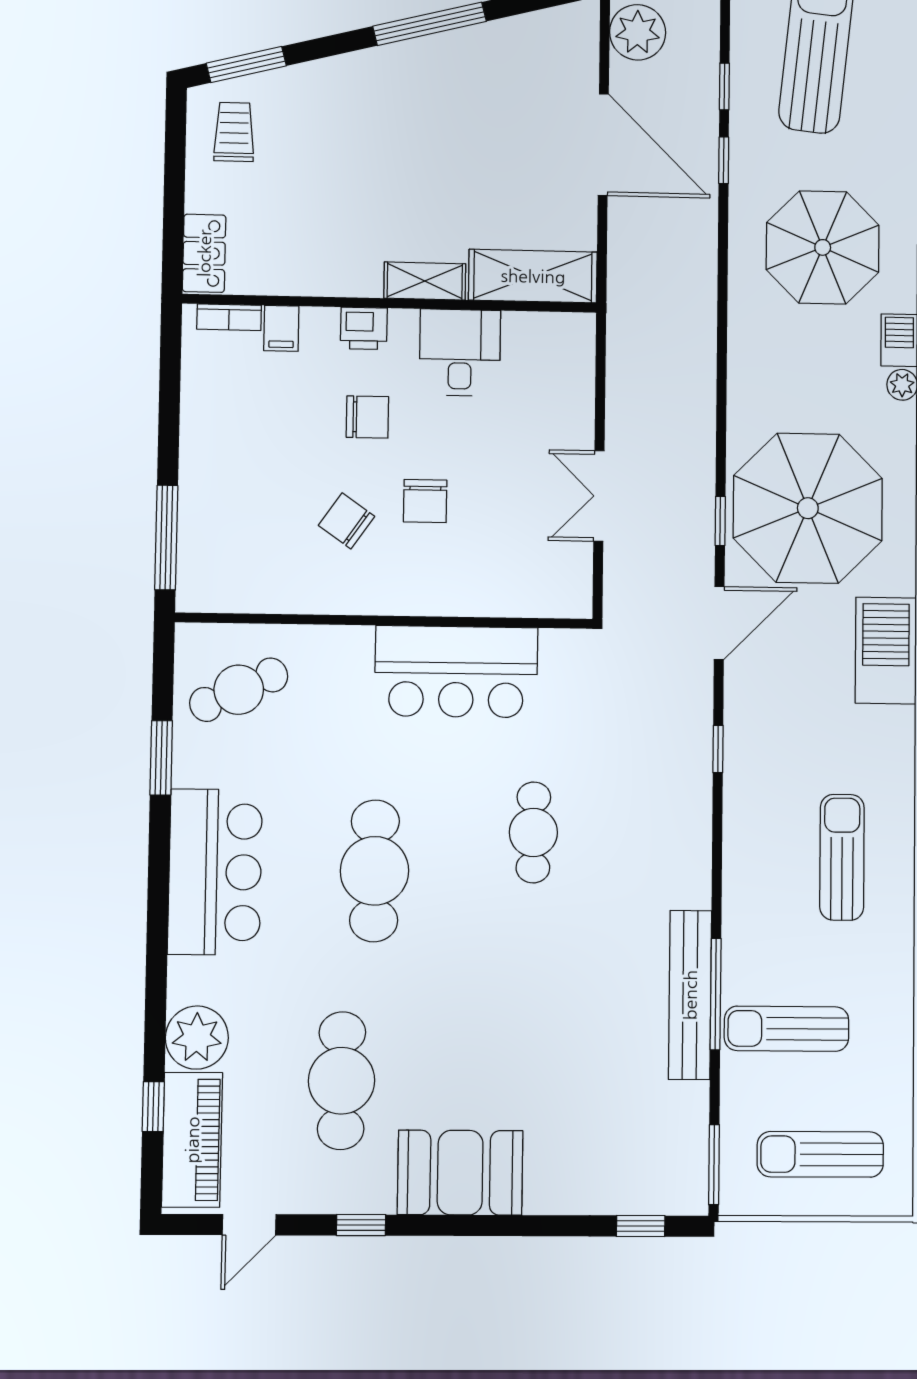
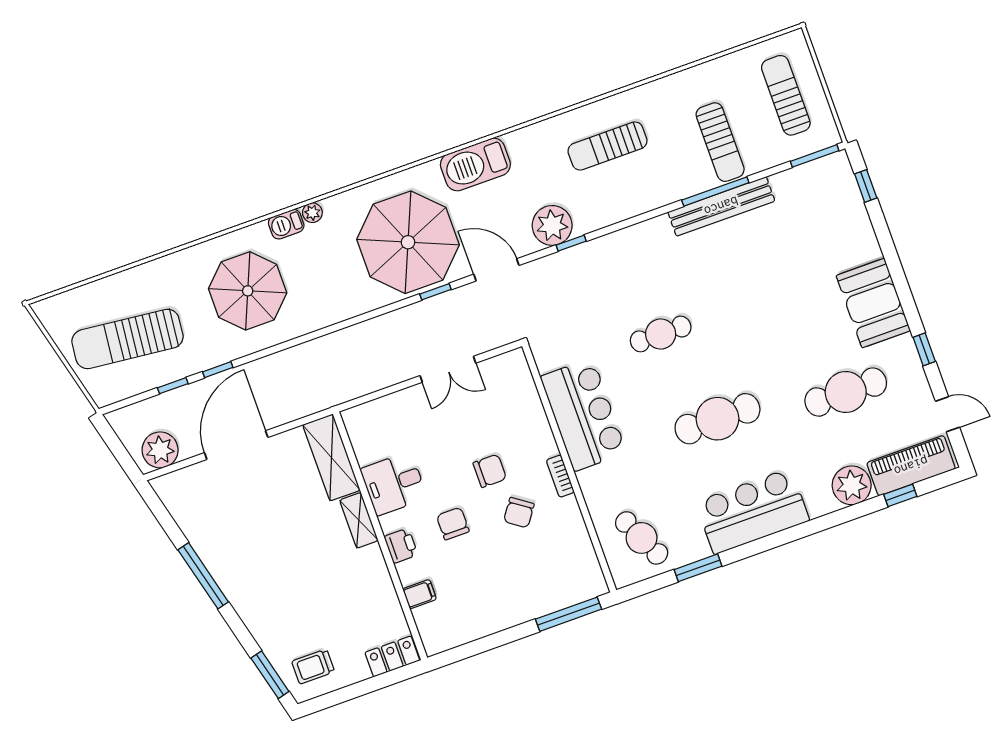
bookcase: (229, 317) -> (560, 476), moved, turned 180
plant: (754, 731) -> (552, 225), added
sun lounger: (820, 1154) -> (786, 95), turned 180

